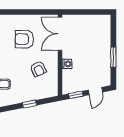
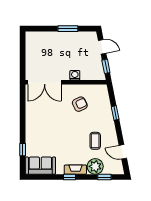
armchair: (24, 39) -> (50, 118), removed

